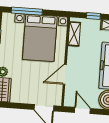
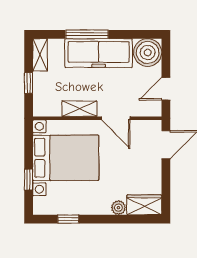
window: (27, 11) -> (29, 180), width x0.46
shelving: (74, 34) -> (79, 109), moved

